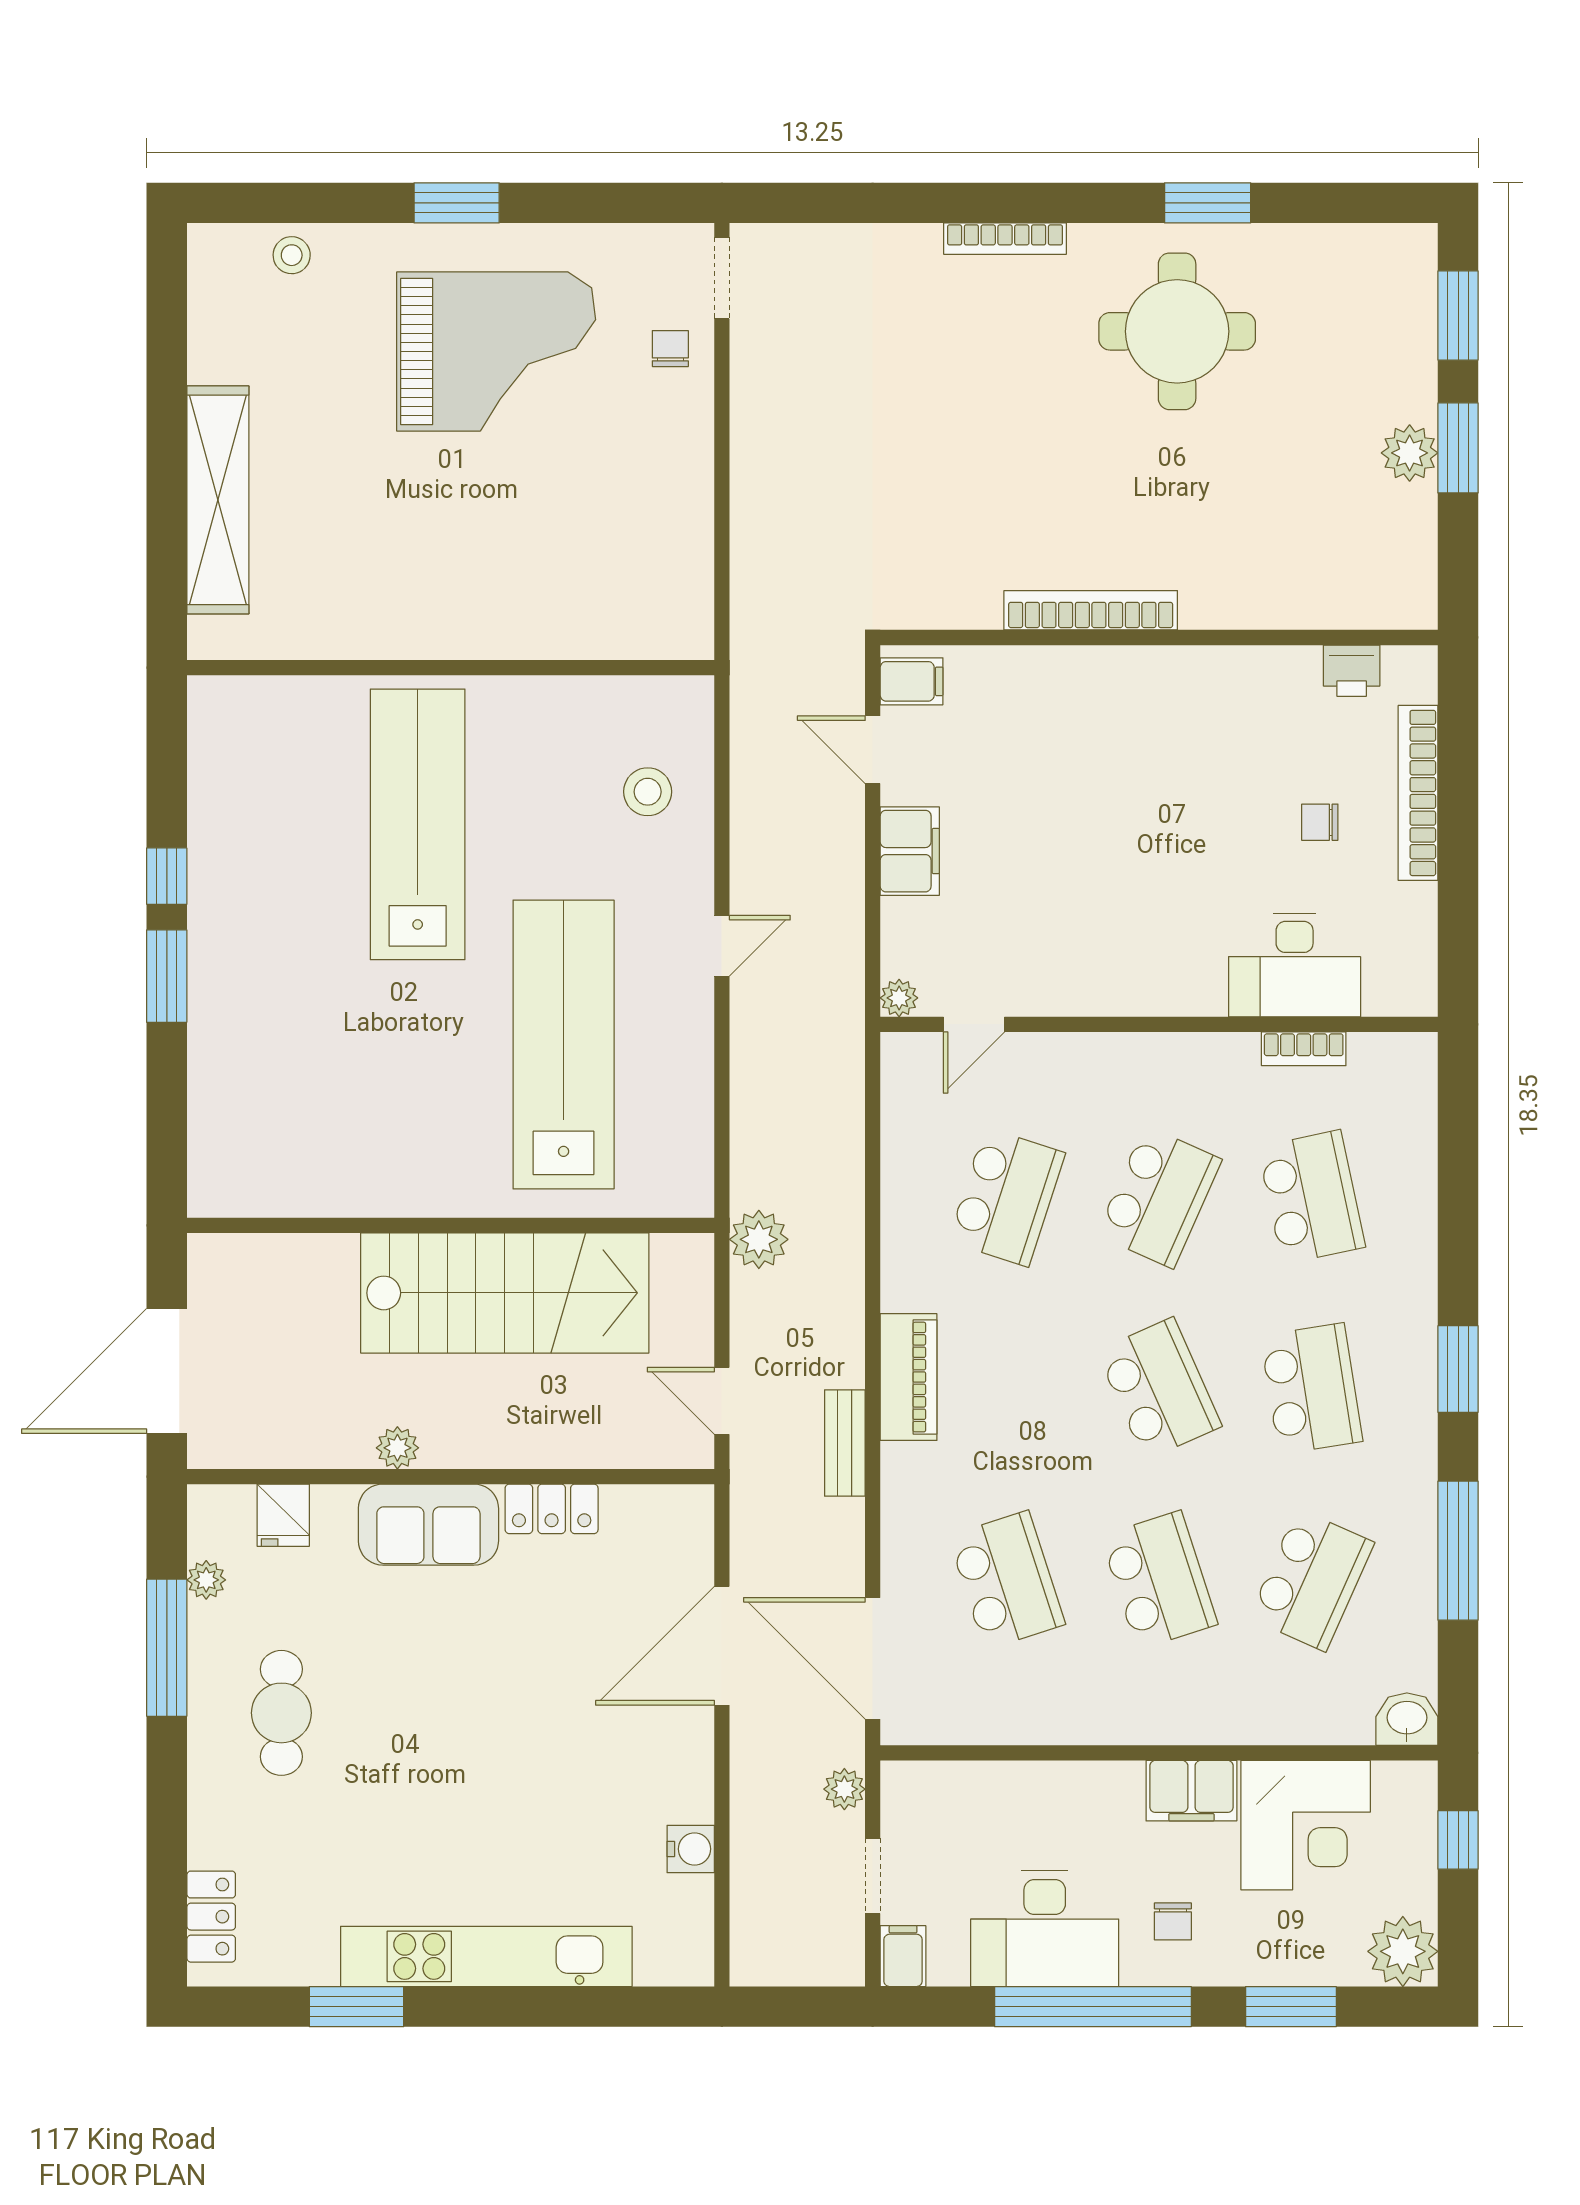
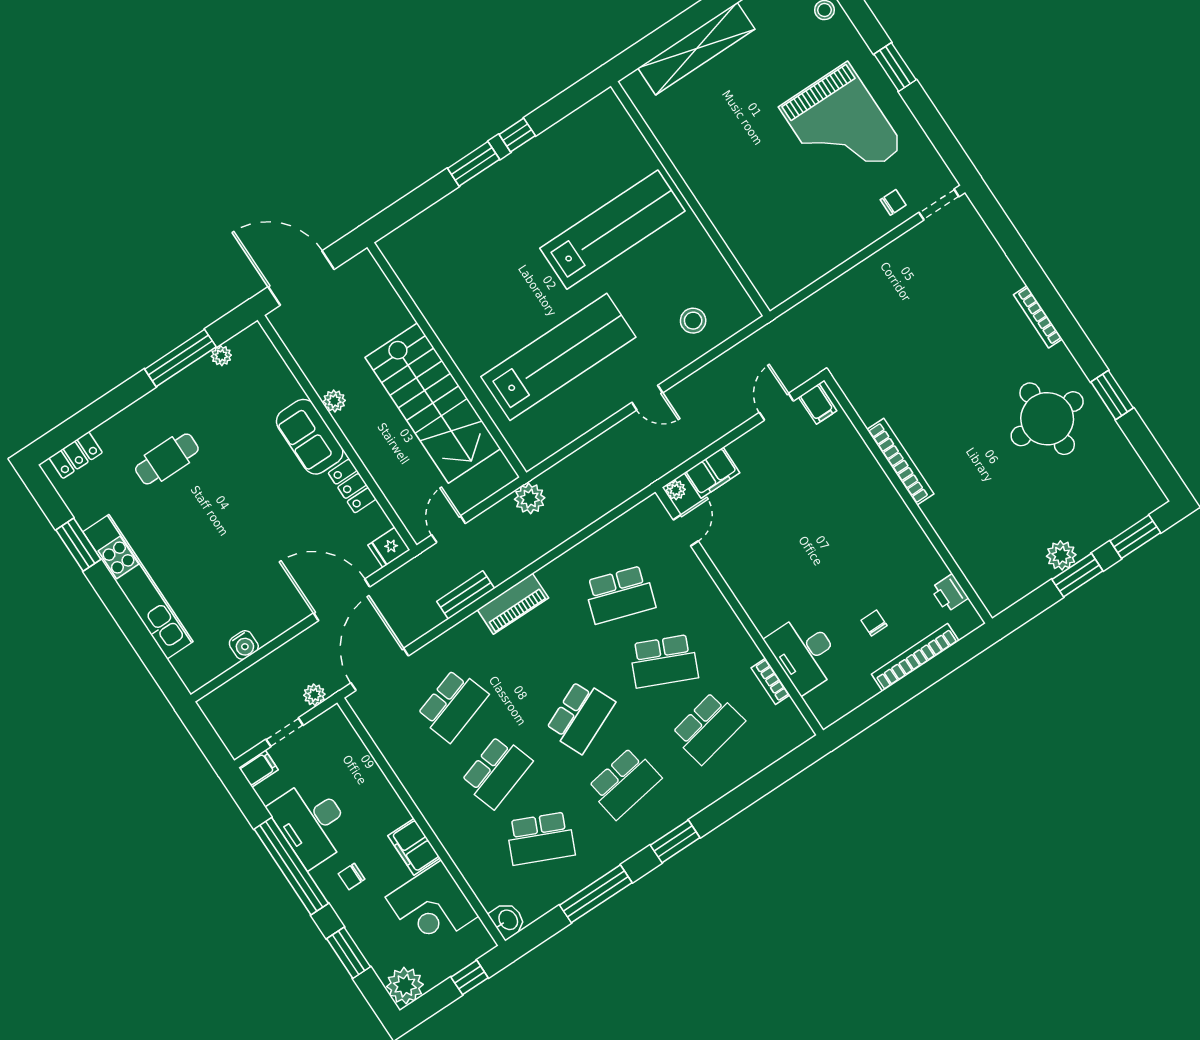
filing cabinet: (910, 851) -> (712, 473), moved
door: (974, 1024) -> (686, 530), swing flipped
fridge: (283, 1515) -> (389, 547), moved
cafe table: (281, 1713) -> (167, 459), moved

